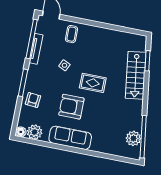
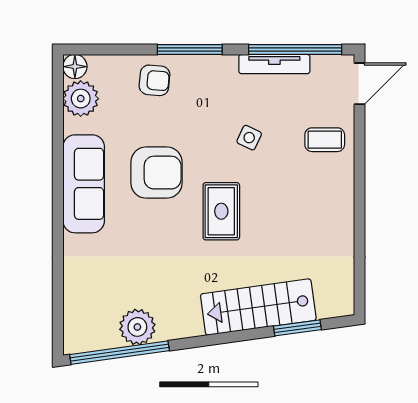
armchair: (71, 107) -> (156, 173), turned 90
plant: (133, 138) -> (137, 327), moved

